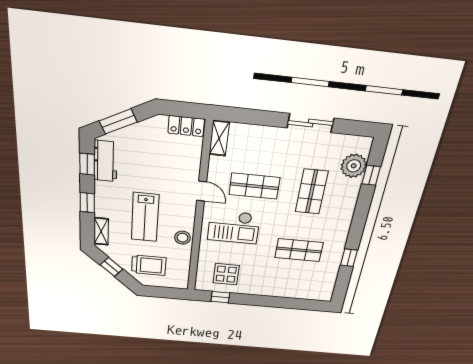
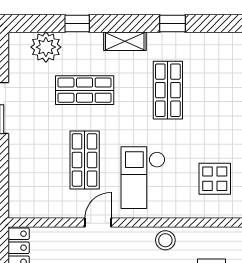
shelving: (219, 138) -> (125, 41), moved
window: (371, 175) -> (77, 23), moved
checkout: (234, 227) -> (143, 178), turned 180

